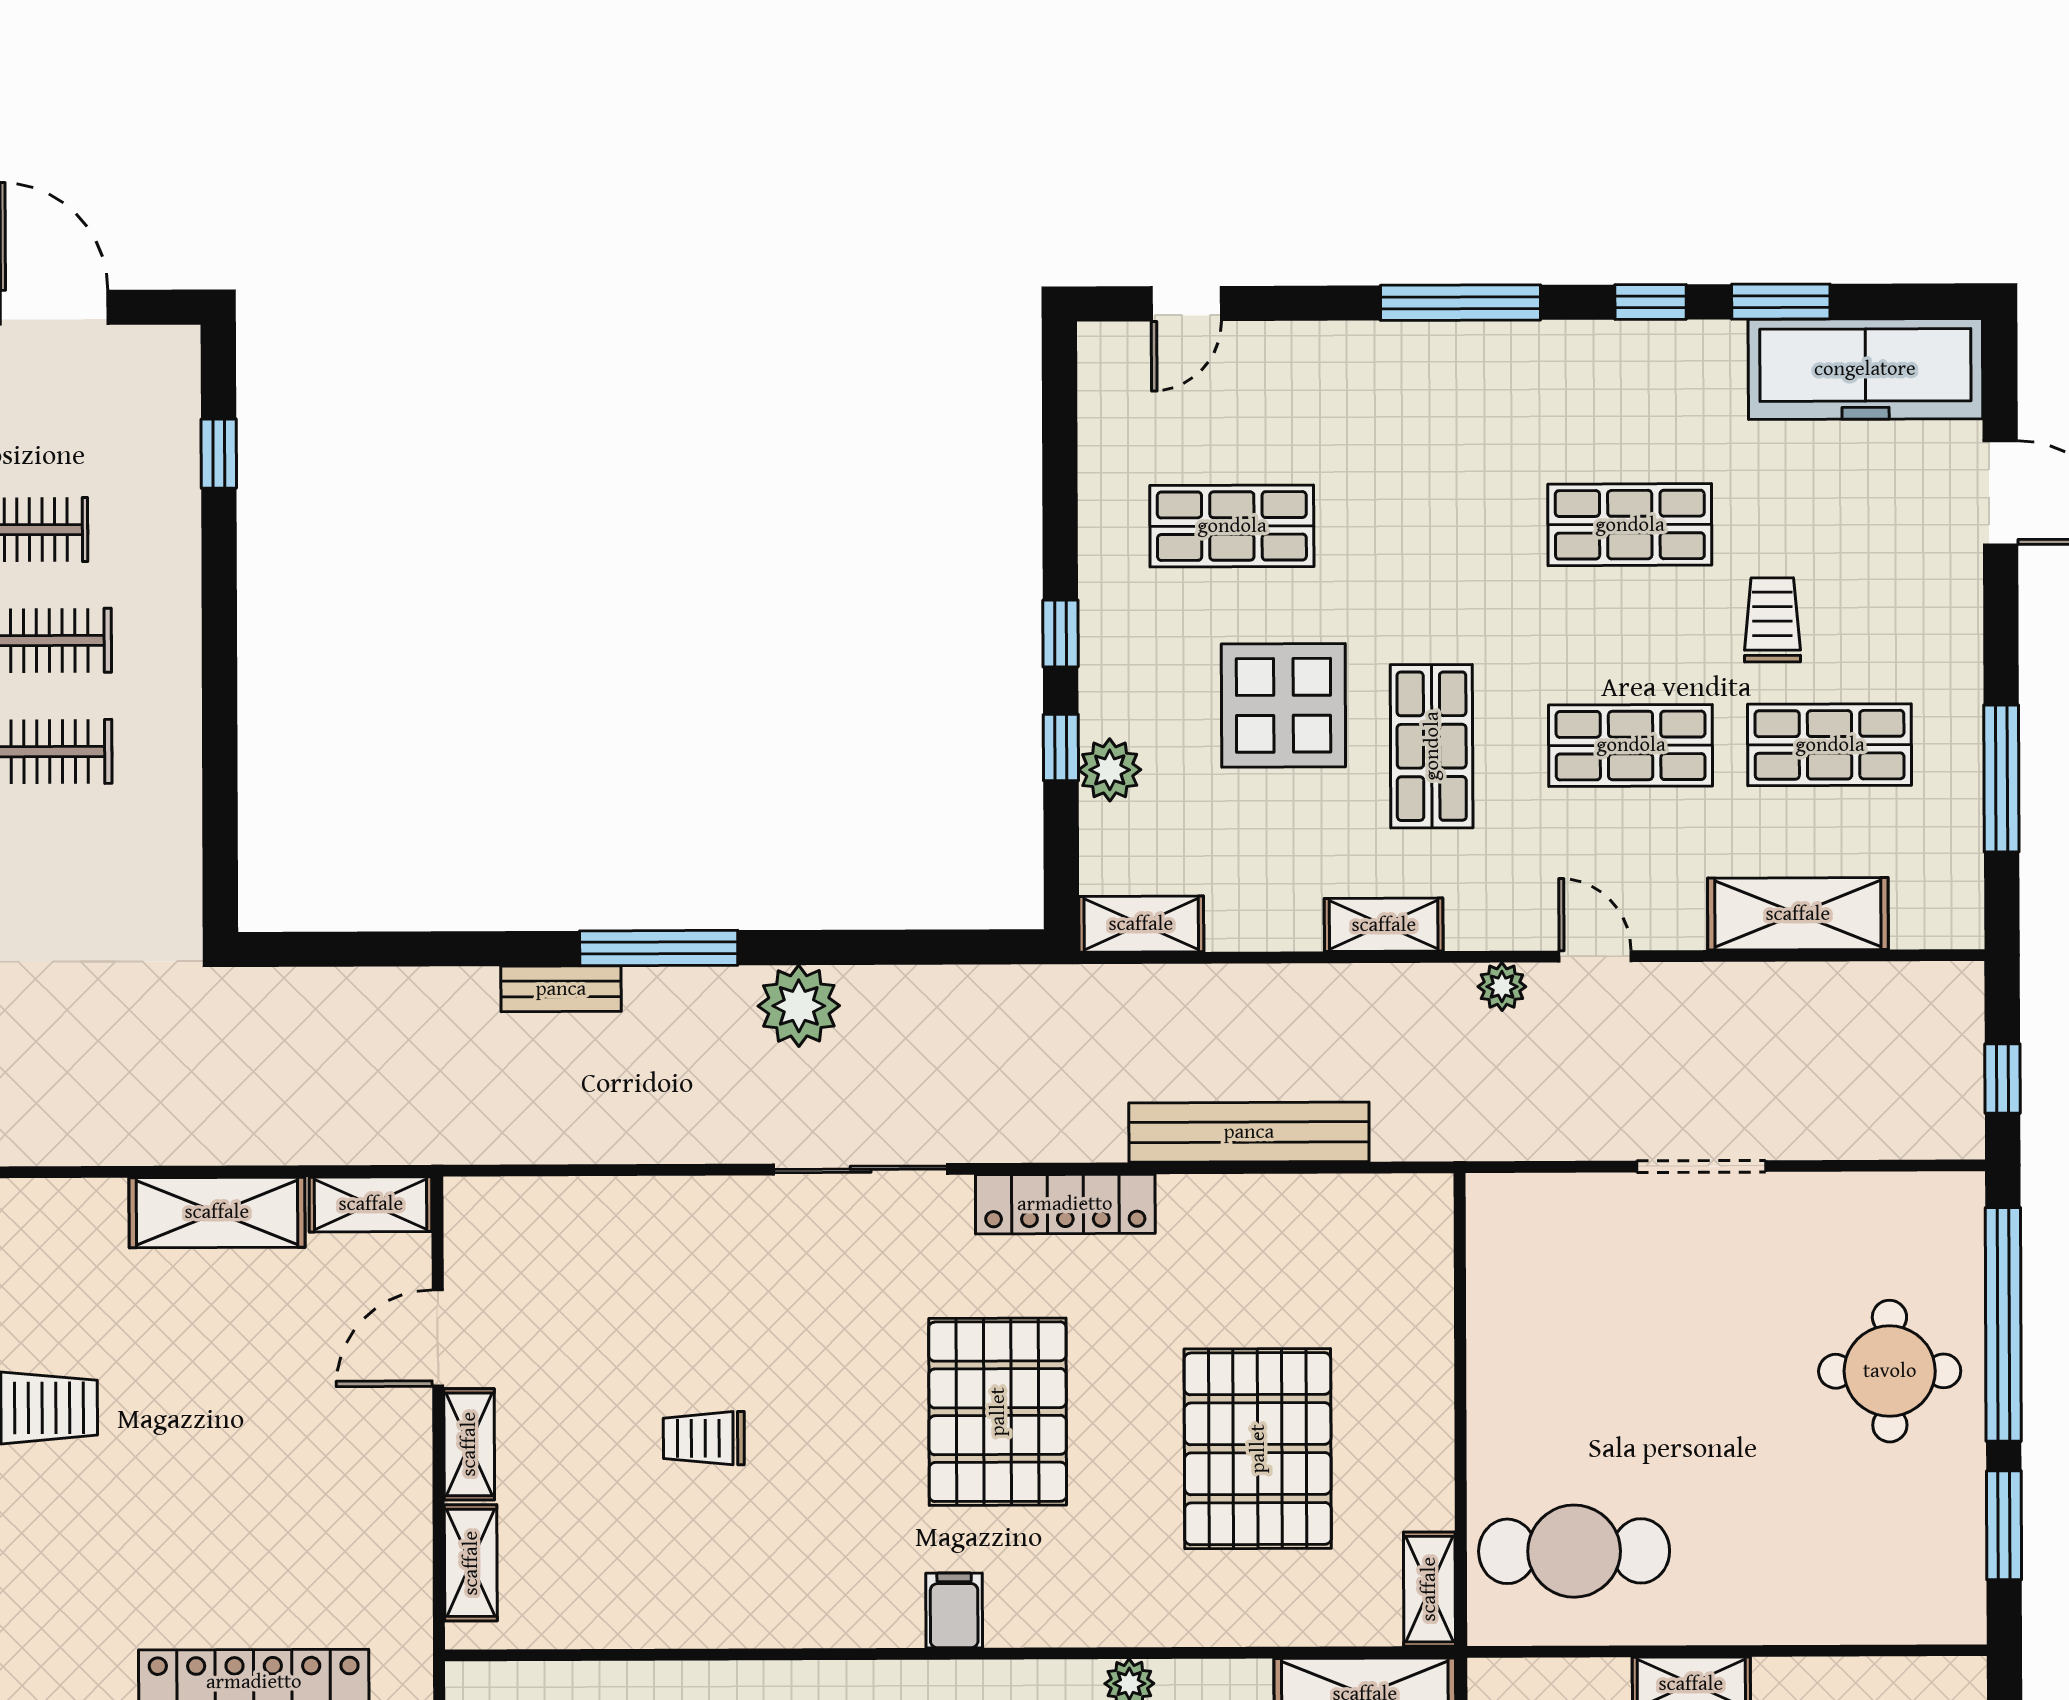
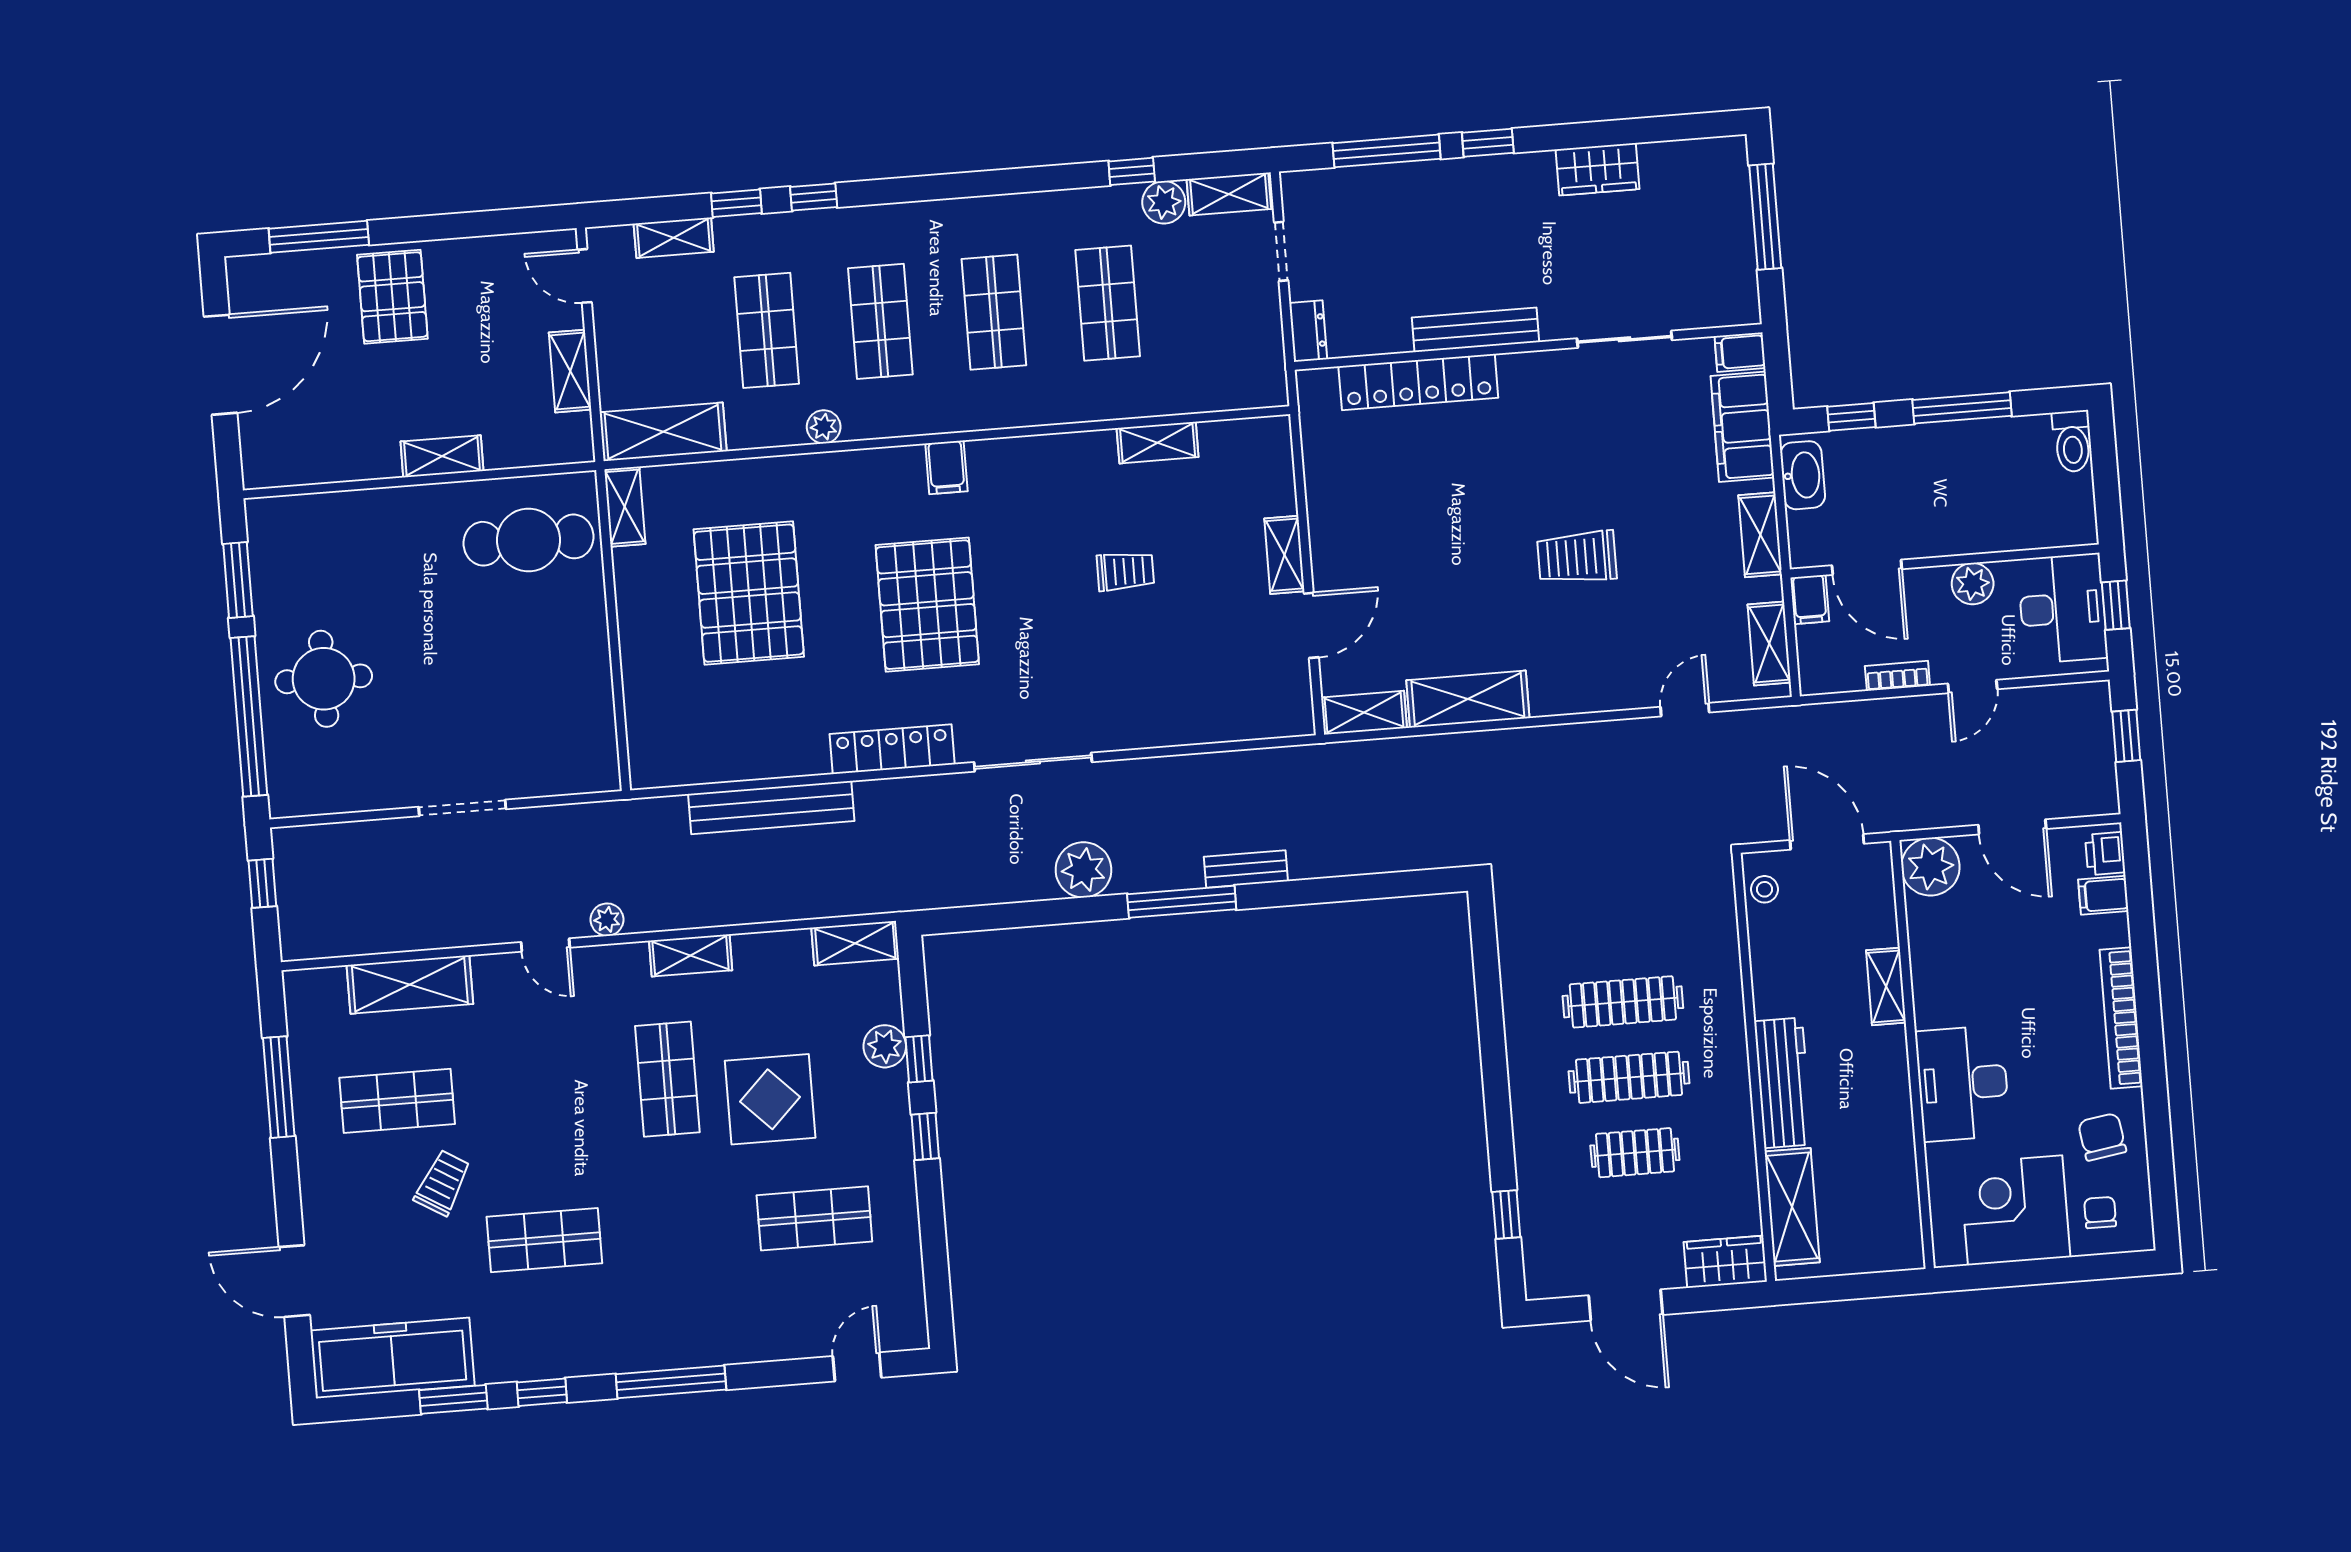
trolley: (1772, 620) -> (443, 1183), turned -149
shop shelf: (1631, 745) -> (532, 1090), removed
shelving: (471, 1563) -> (1158, 443), moved, turned 90

